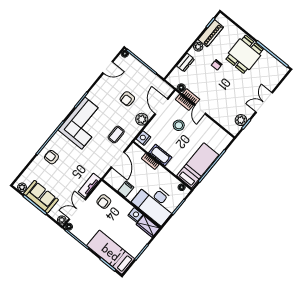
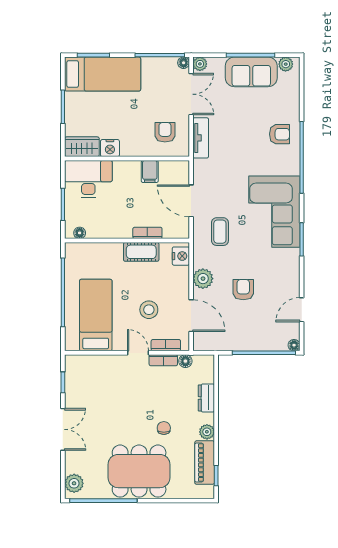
dining table: (245, 54) -> (139, 471), width x1.38
plant: (241, 120) -> (74, 483), moved
bed: (198, 165) -> (96, 315), moved, turned 180
desk: (155, 203) -> (88, 179), width x0.73, depth x0.77

